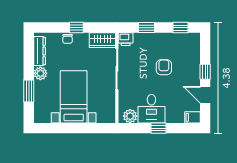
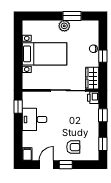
dresser: (40, 51) -> (83, 25), removed
armchair: (164, 67) -> (73, 147), moved
window: (29, 91) -> (72, 16), moved
plant: (130, 116) -> (28, 101), removed
window: (158, 128) -> (18, 107), moved

